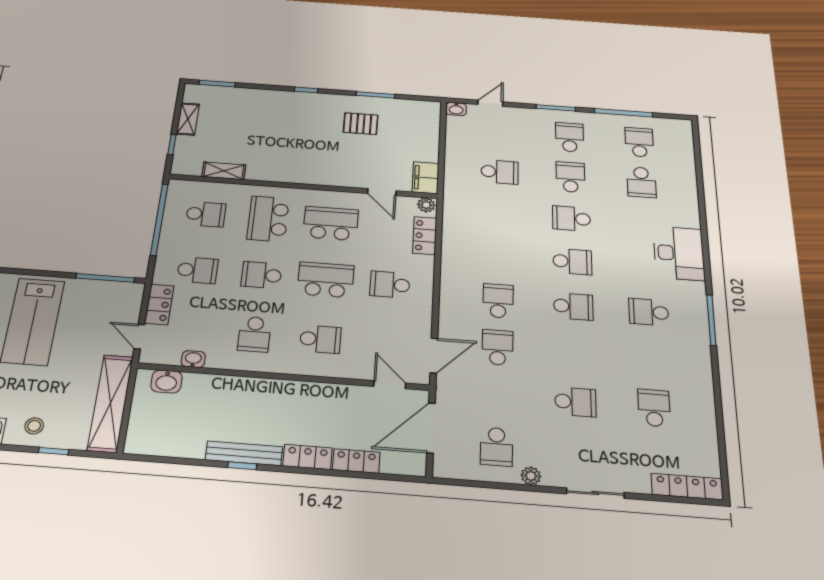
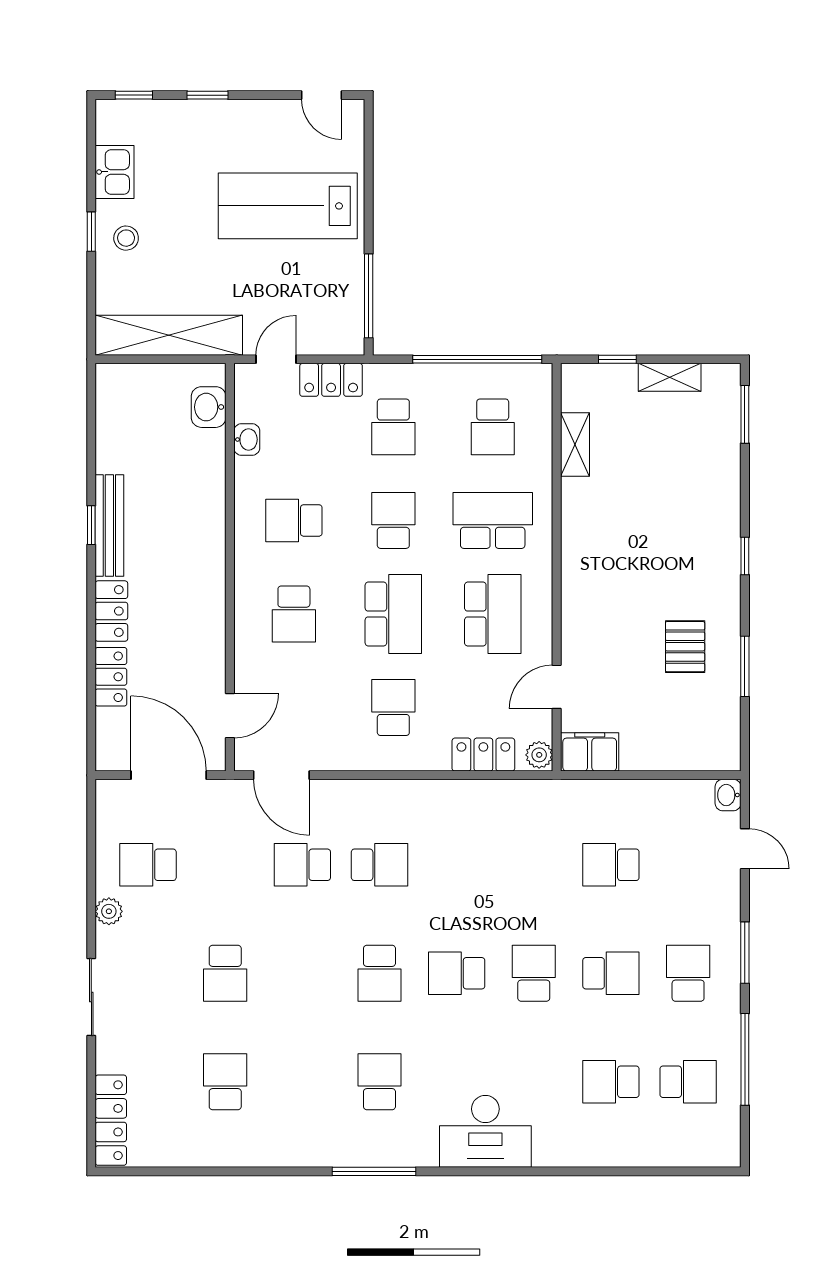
school desk: (570, 137) -> (688, 973), turned -90
school desk: (500, 172) -> (611, 865), turned 90
school desk: (572, 262) -> (457, 973), turned 90
school desk: (498, 347) -> (302, 865), turned 180
school desk: (654, 408) -> (225, 1082), turned -90
window: (54, 451) -> (91, 232), moved

